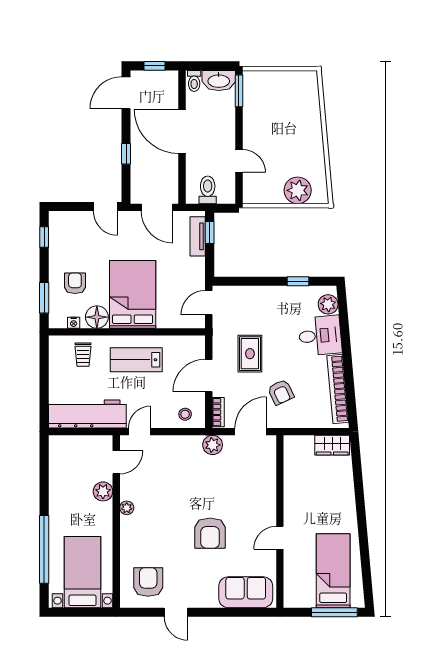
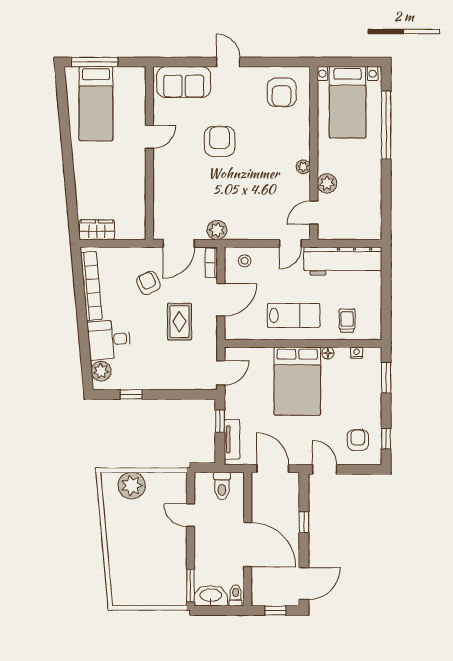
window: (210, 232) -> (220, 421), moved
armchair: (75, 283) -> (358, 440), moved, turned 180
floor lamp: (97, 317) -> (328, 353), width x0.53, depth x0.53
door: (176, 612) -> (228, 62), moved

